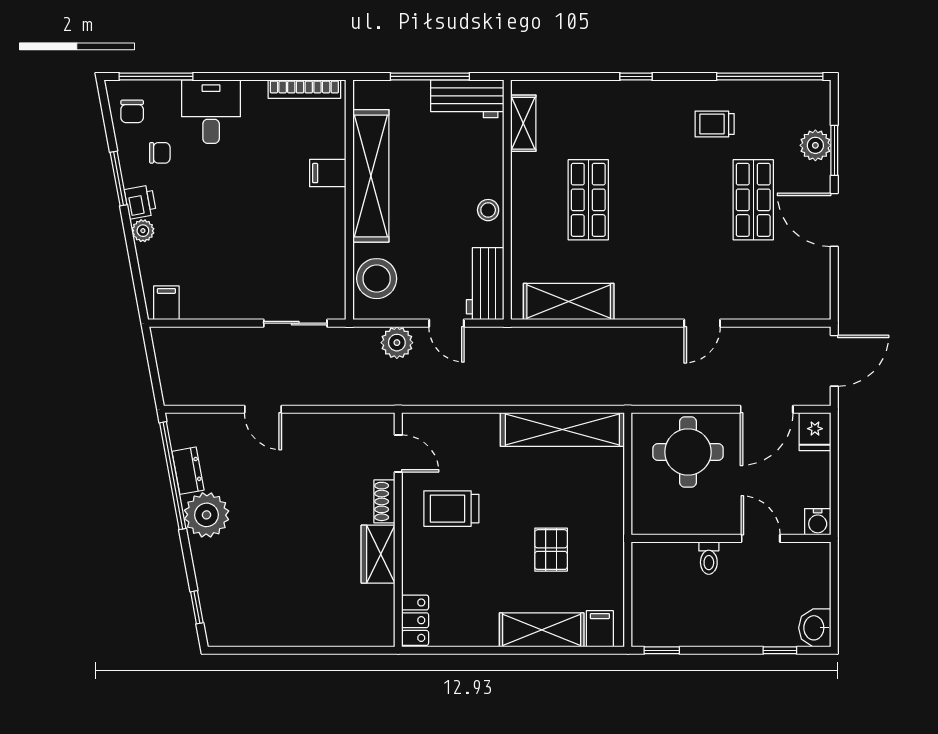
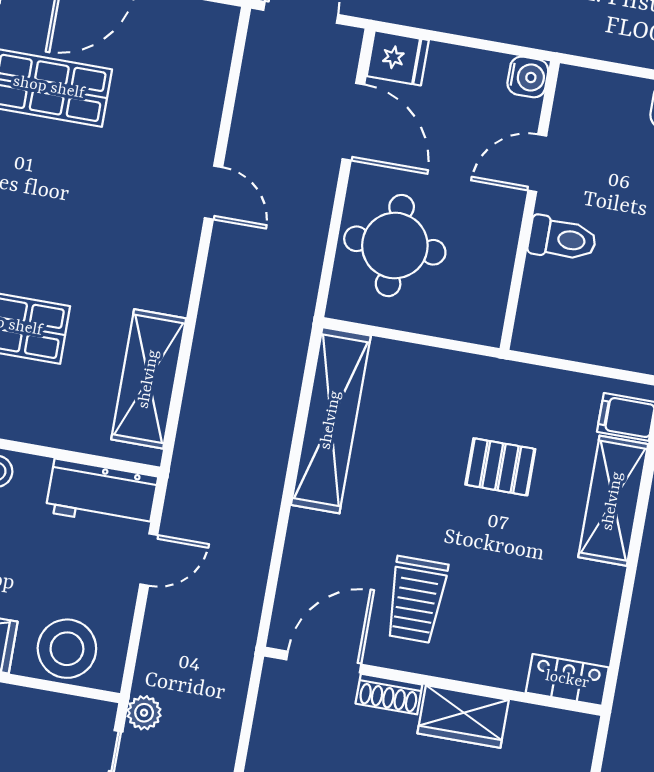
plant: (397, 343) -> (144, 713), moved, width x0.73, depth x0.73
door: (398, 454) -> (324, 662), width x1.38
toilet: (709, 558) -> (562, 239), width x1.37, depth x1.39

